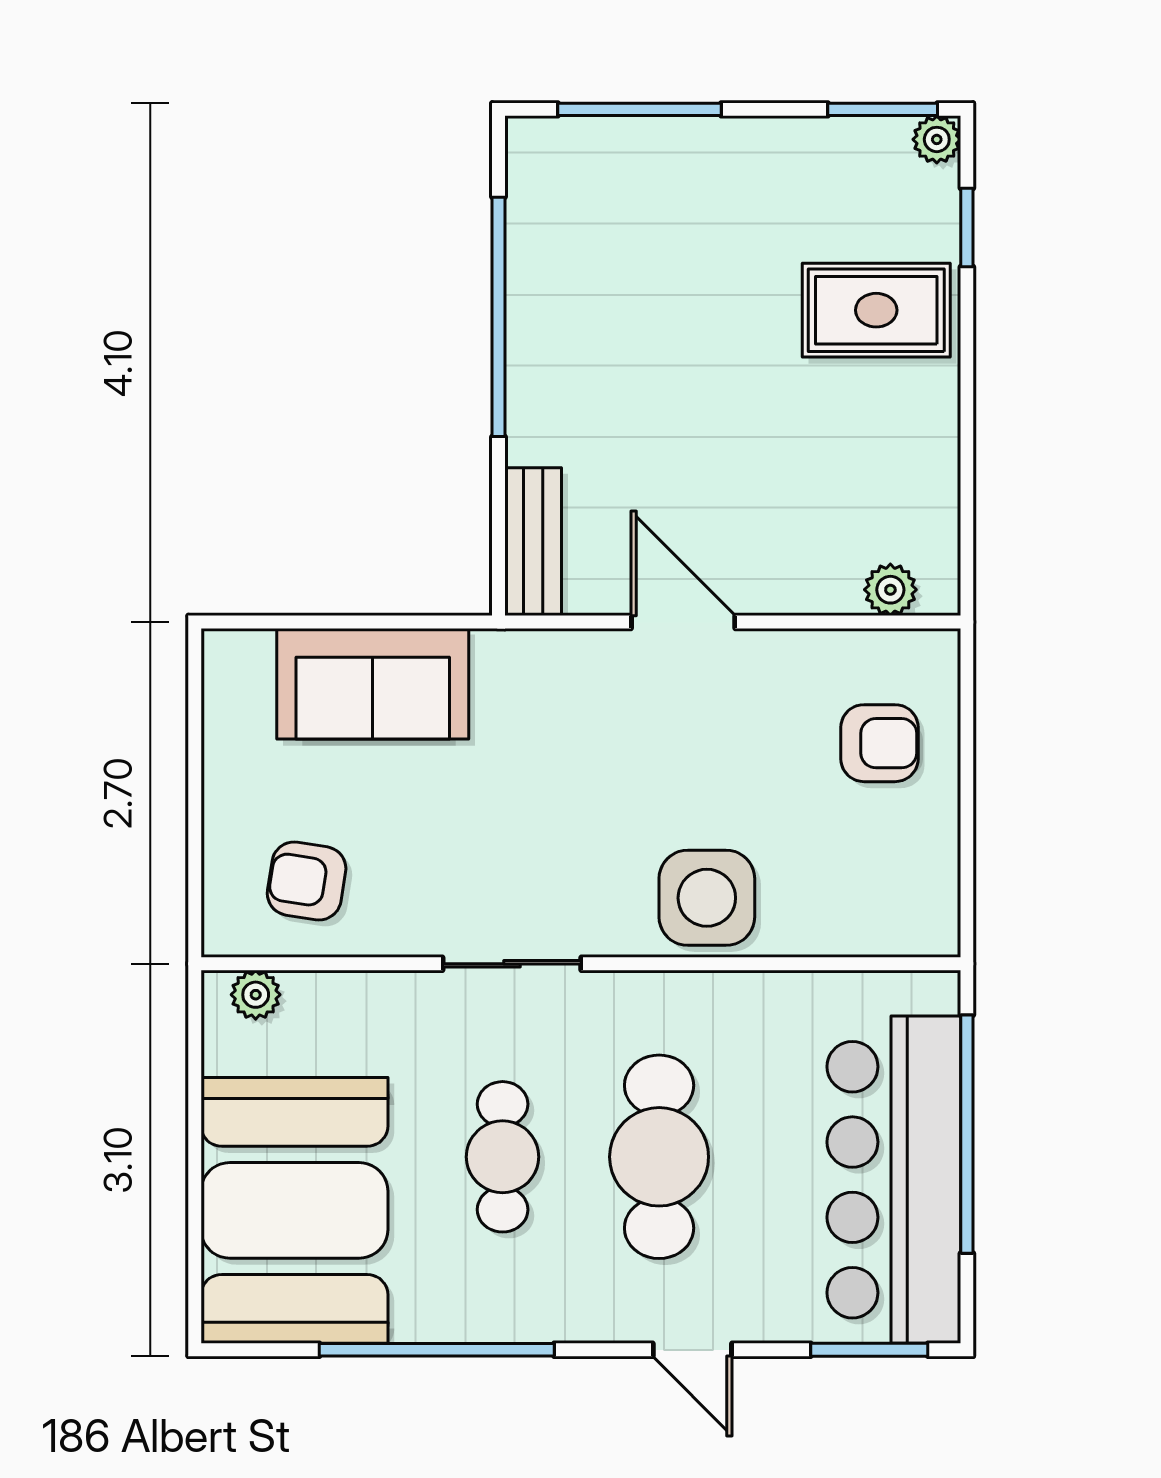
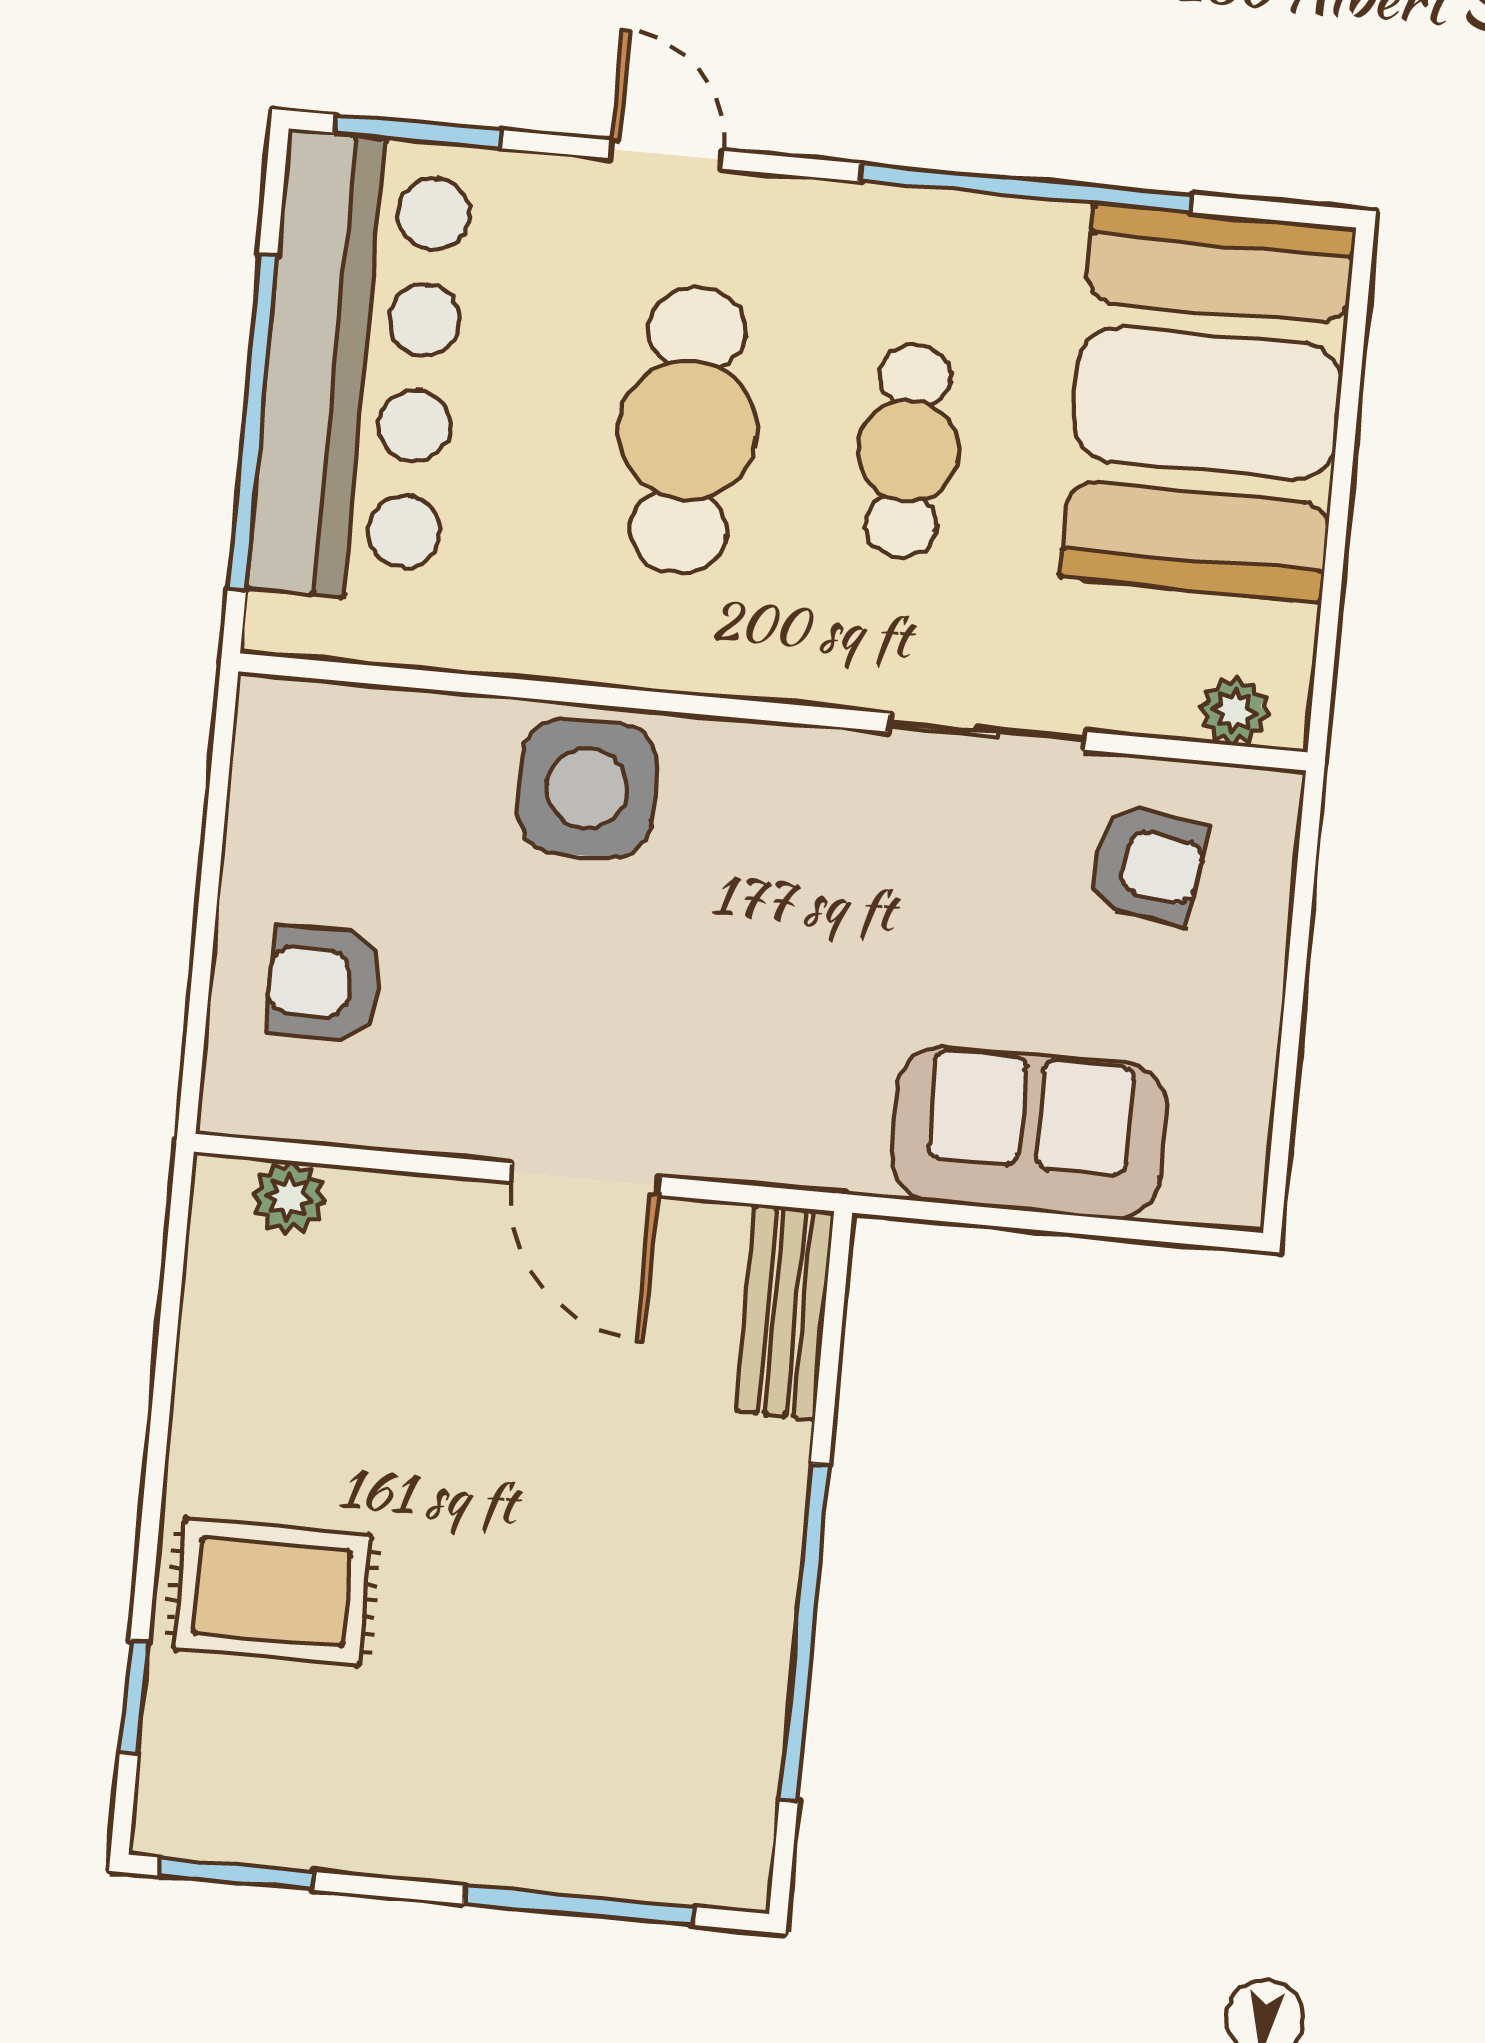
plant: (937, 139) -> (165, 1824), removed
sliding door: (512, 964) -> (987, 732), moved

